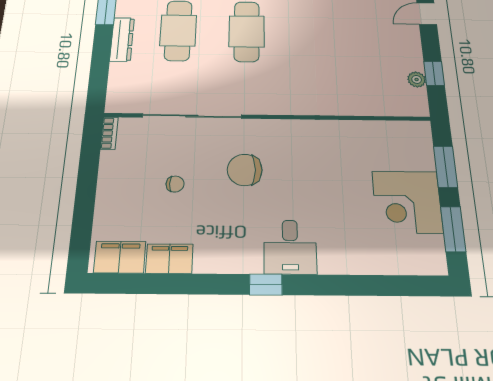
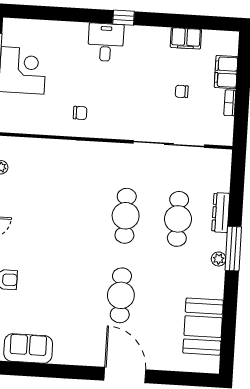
bookcase: (109, 133) -> (230, 103), moved
chair: (245, 170) -> (80, 113), moved, width x0.54, depth x0.54
filing cabinet: (120, 257) -> (226, 72), moved, turned 90

